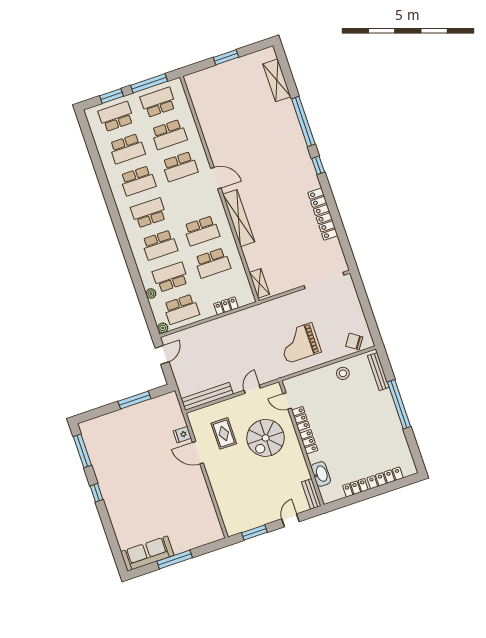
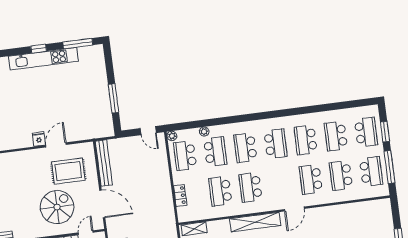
door: (252, 389) -> (102, 204), width x1.87
rug: (224, 433) -> (68, 171), width x1.36, depth x1.43
fridge: (182, 435) -> (39, 139), moved
spiral stairs: (266, 438) -> (57, 207), turned 90
kitchen unit: (106, 485) -> (43, 59), added

